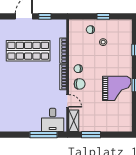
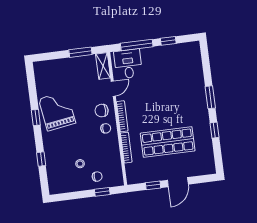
window: (103, 16) -> (102, 192), moved
grand piano: (117, 88) -> (57, 111), turned 81
door: (68, 101) -> (113, 89), swing flipped
window: (17, 135) -> (168, 41), added

